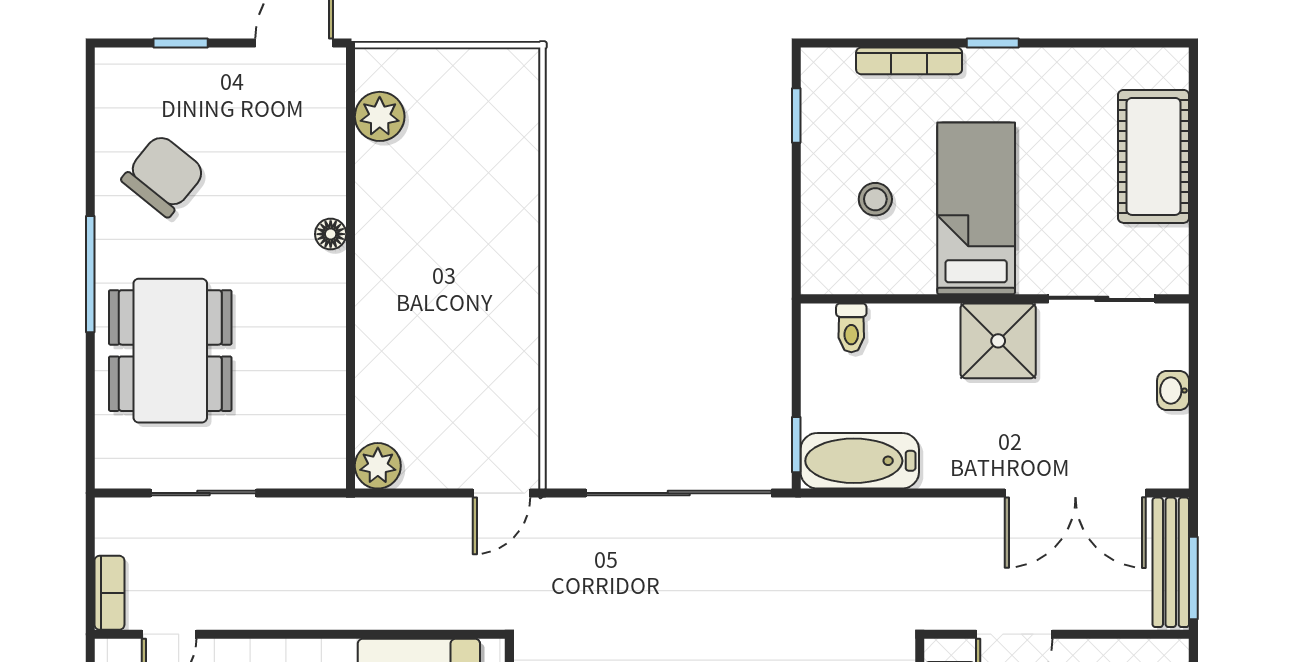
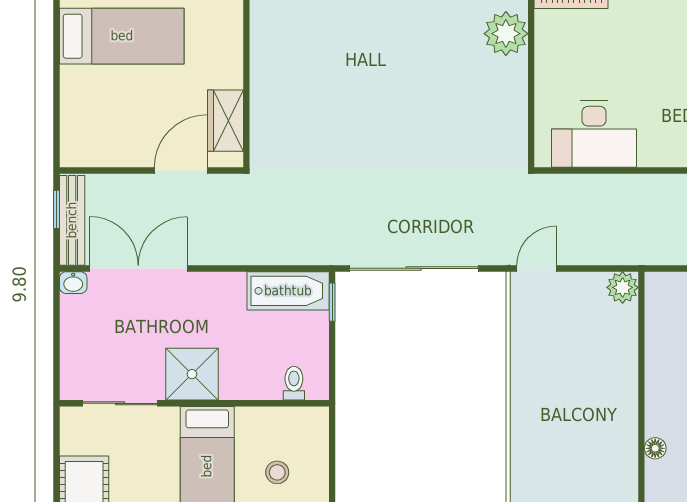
washbasin: (1173, 390) -> (73, 283), moved, turned 90
window: (1193, 578) -> (56, 209), width x0.67

